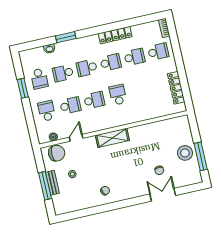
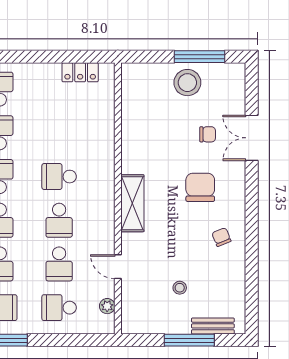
locker: (176, 88) -> (80, 72), width x0.66
school desk: (94, 100) -> (59, 220), turned 180
school desk: (70, 105) -> (59, 264), turned 180
chair: (57, 153) -> (200, 187), moved
bench: (52, 183) -> (213, 326), moved

